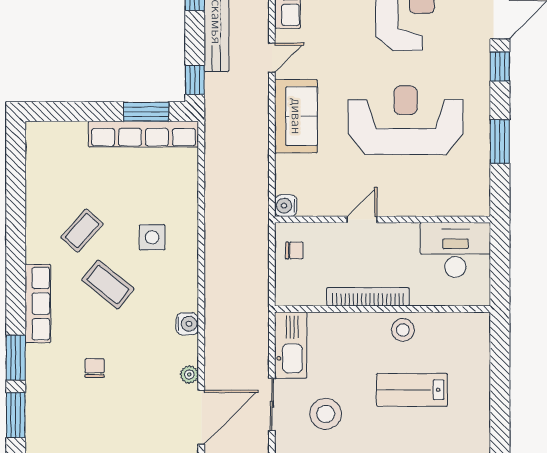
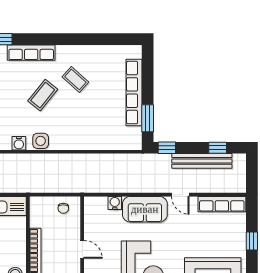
row of seats: (143, 134) -> (134, 93), moved
water cooler: (286, 206) -> (115, 203), moved
side table: (152, 237) -> (41, 141), moved

